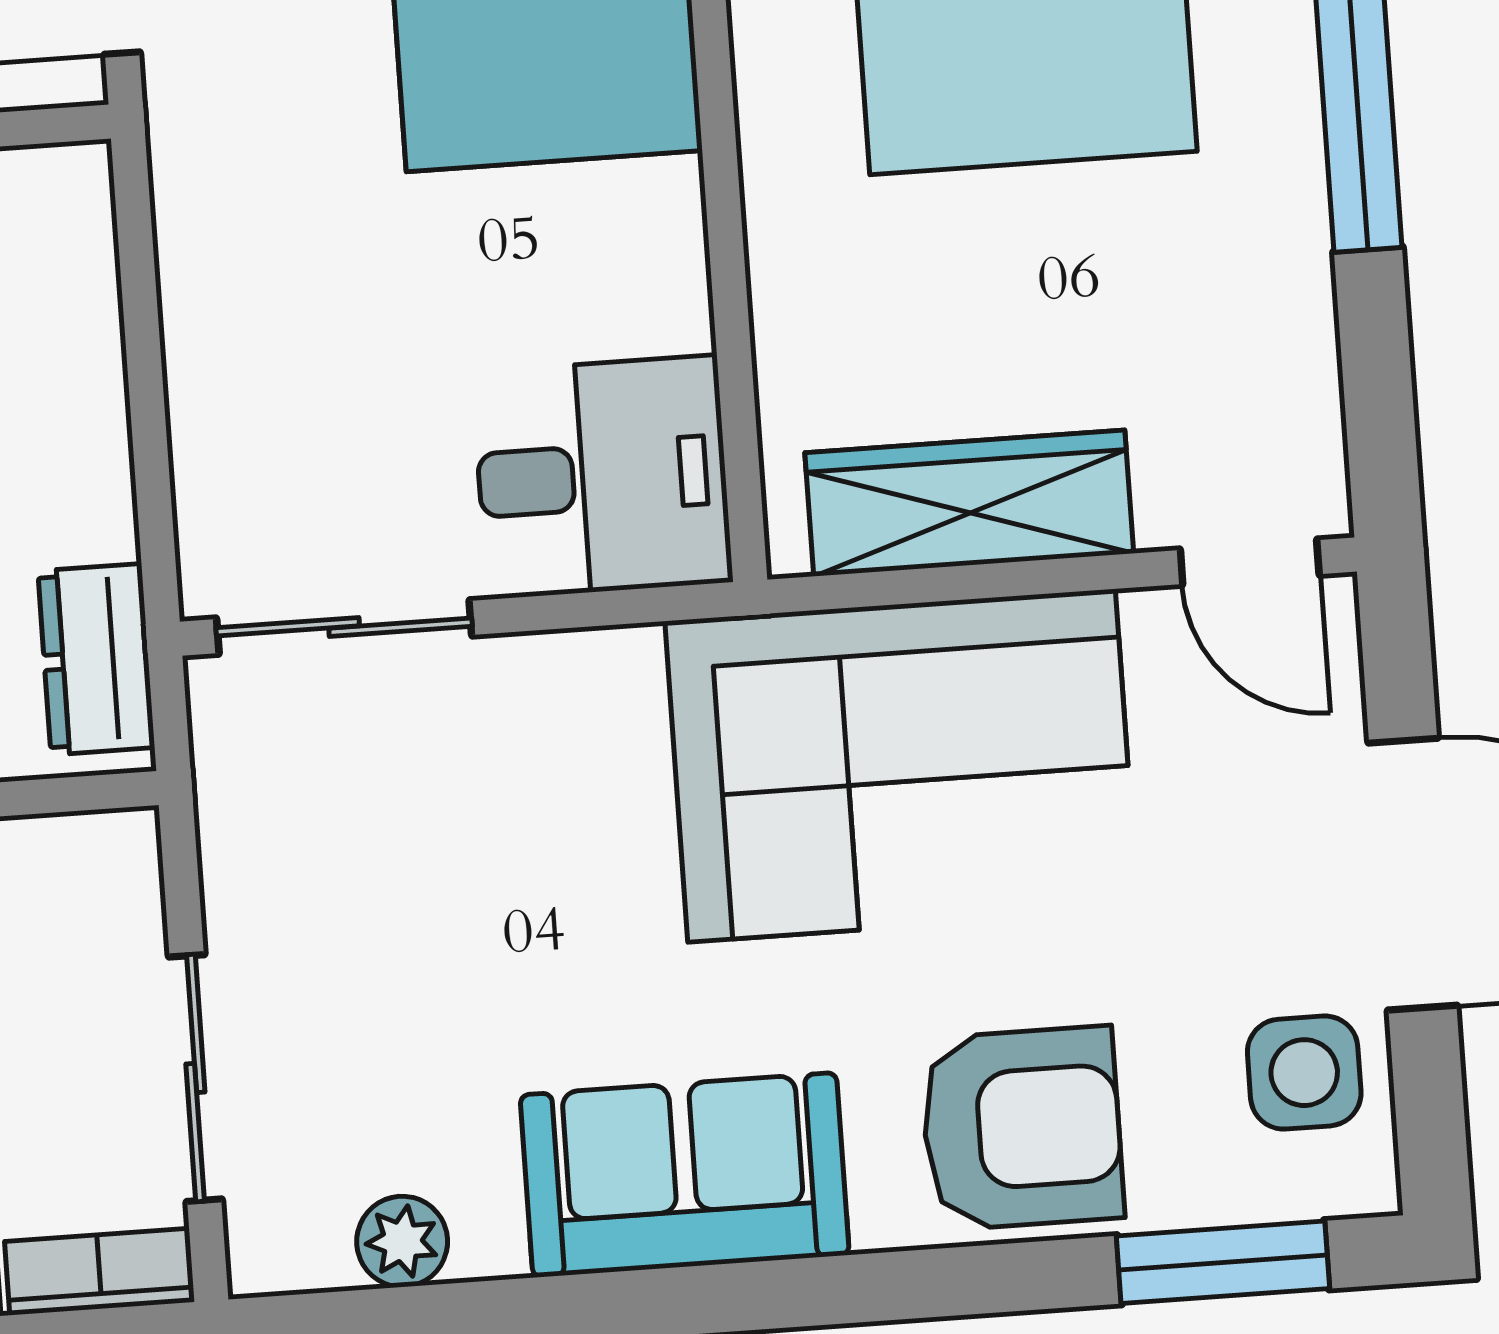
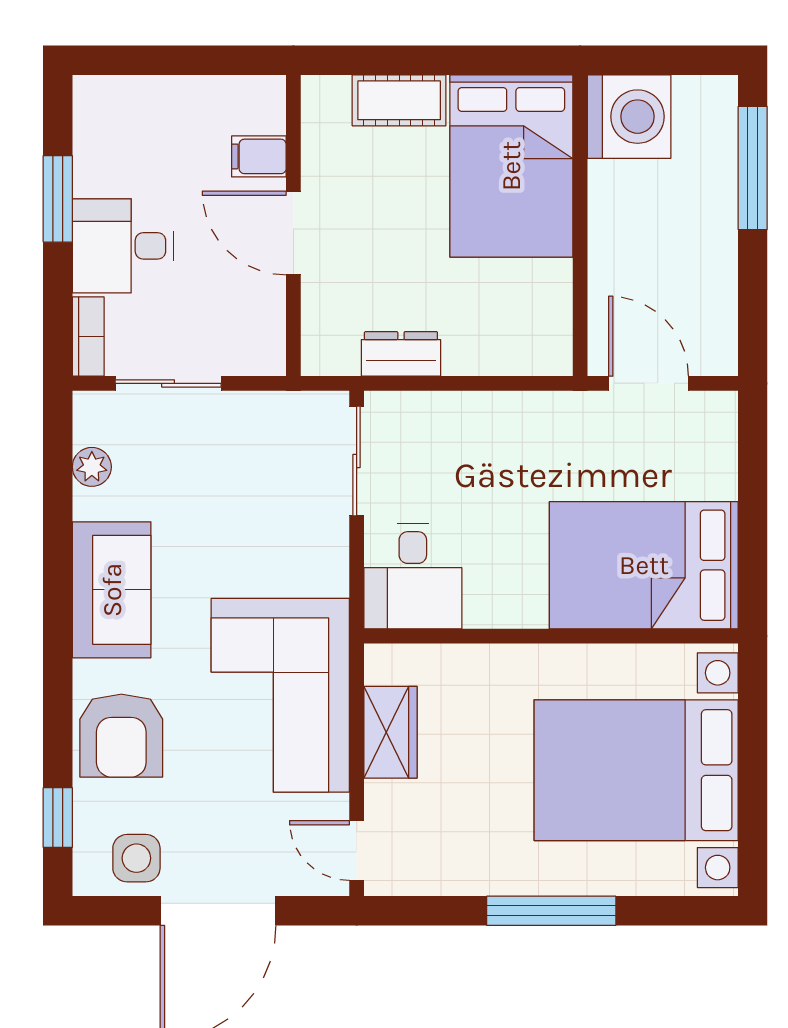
wardrobe: (969, 503) -> (390, 732), width x0.67
door: (1250, 562) -> (357, 851), hinge flipped
dresser: (96, 659) -> (401, 354), moved
window: (1223, 1262) -> (58, 818), width x0.67

